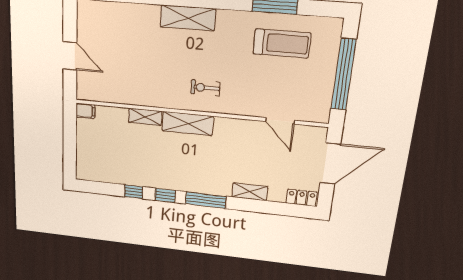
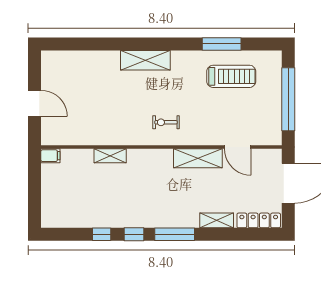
shelving: (188, 124) -> (198, 158), moved
locker: (302, 198) -> (259, 220), width x1.53

